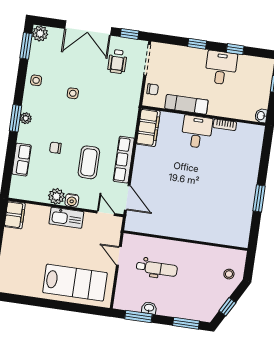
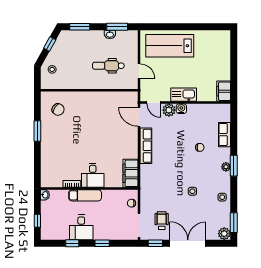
exam couch: (186, 104) -> (85, 195), moved
coffee table: (89, 162) -> (172, 140), removed
plant: (56, 196) -> (169, 110), moved
chair: (229, 222) -> (58, 109), added

